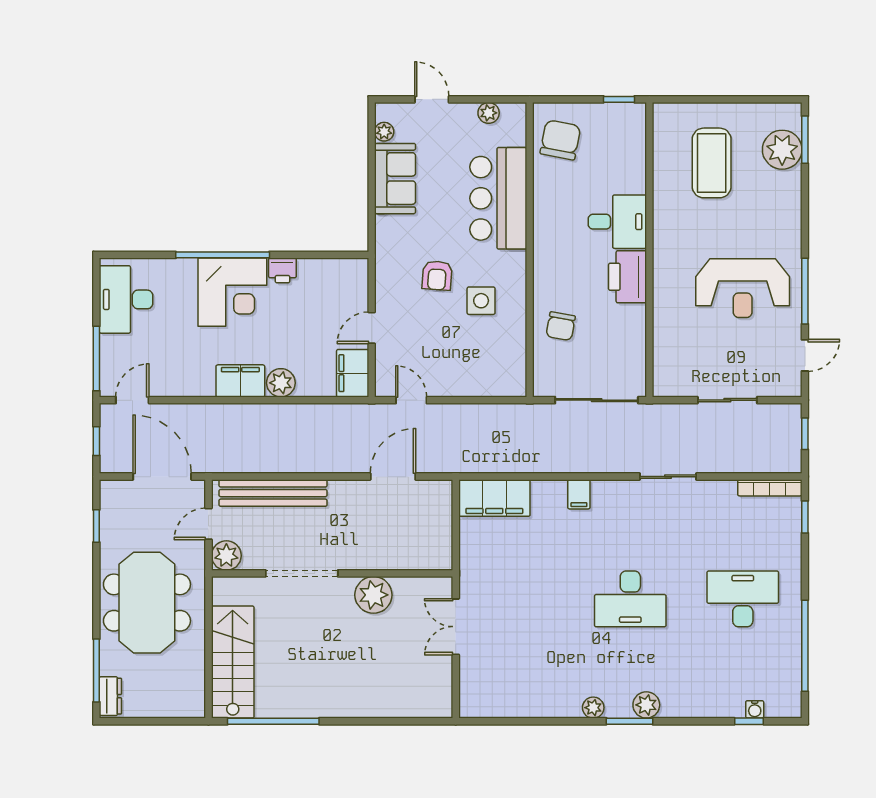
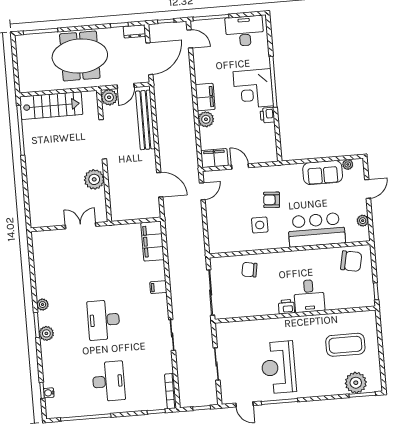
printer: (628, 277) -> (286, 307), width x0.53, depth x0.68
door: (208, 524) -> (126, 86), swing flipped
dresser: (110, 696) -> (134, 31), moved

